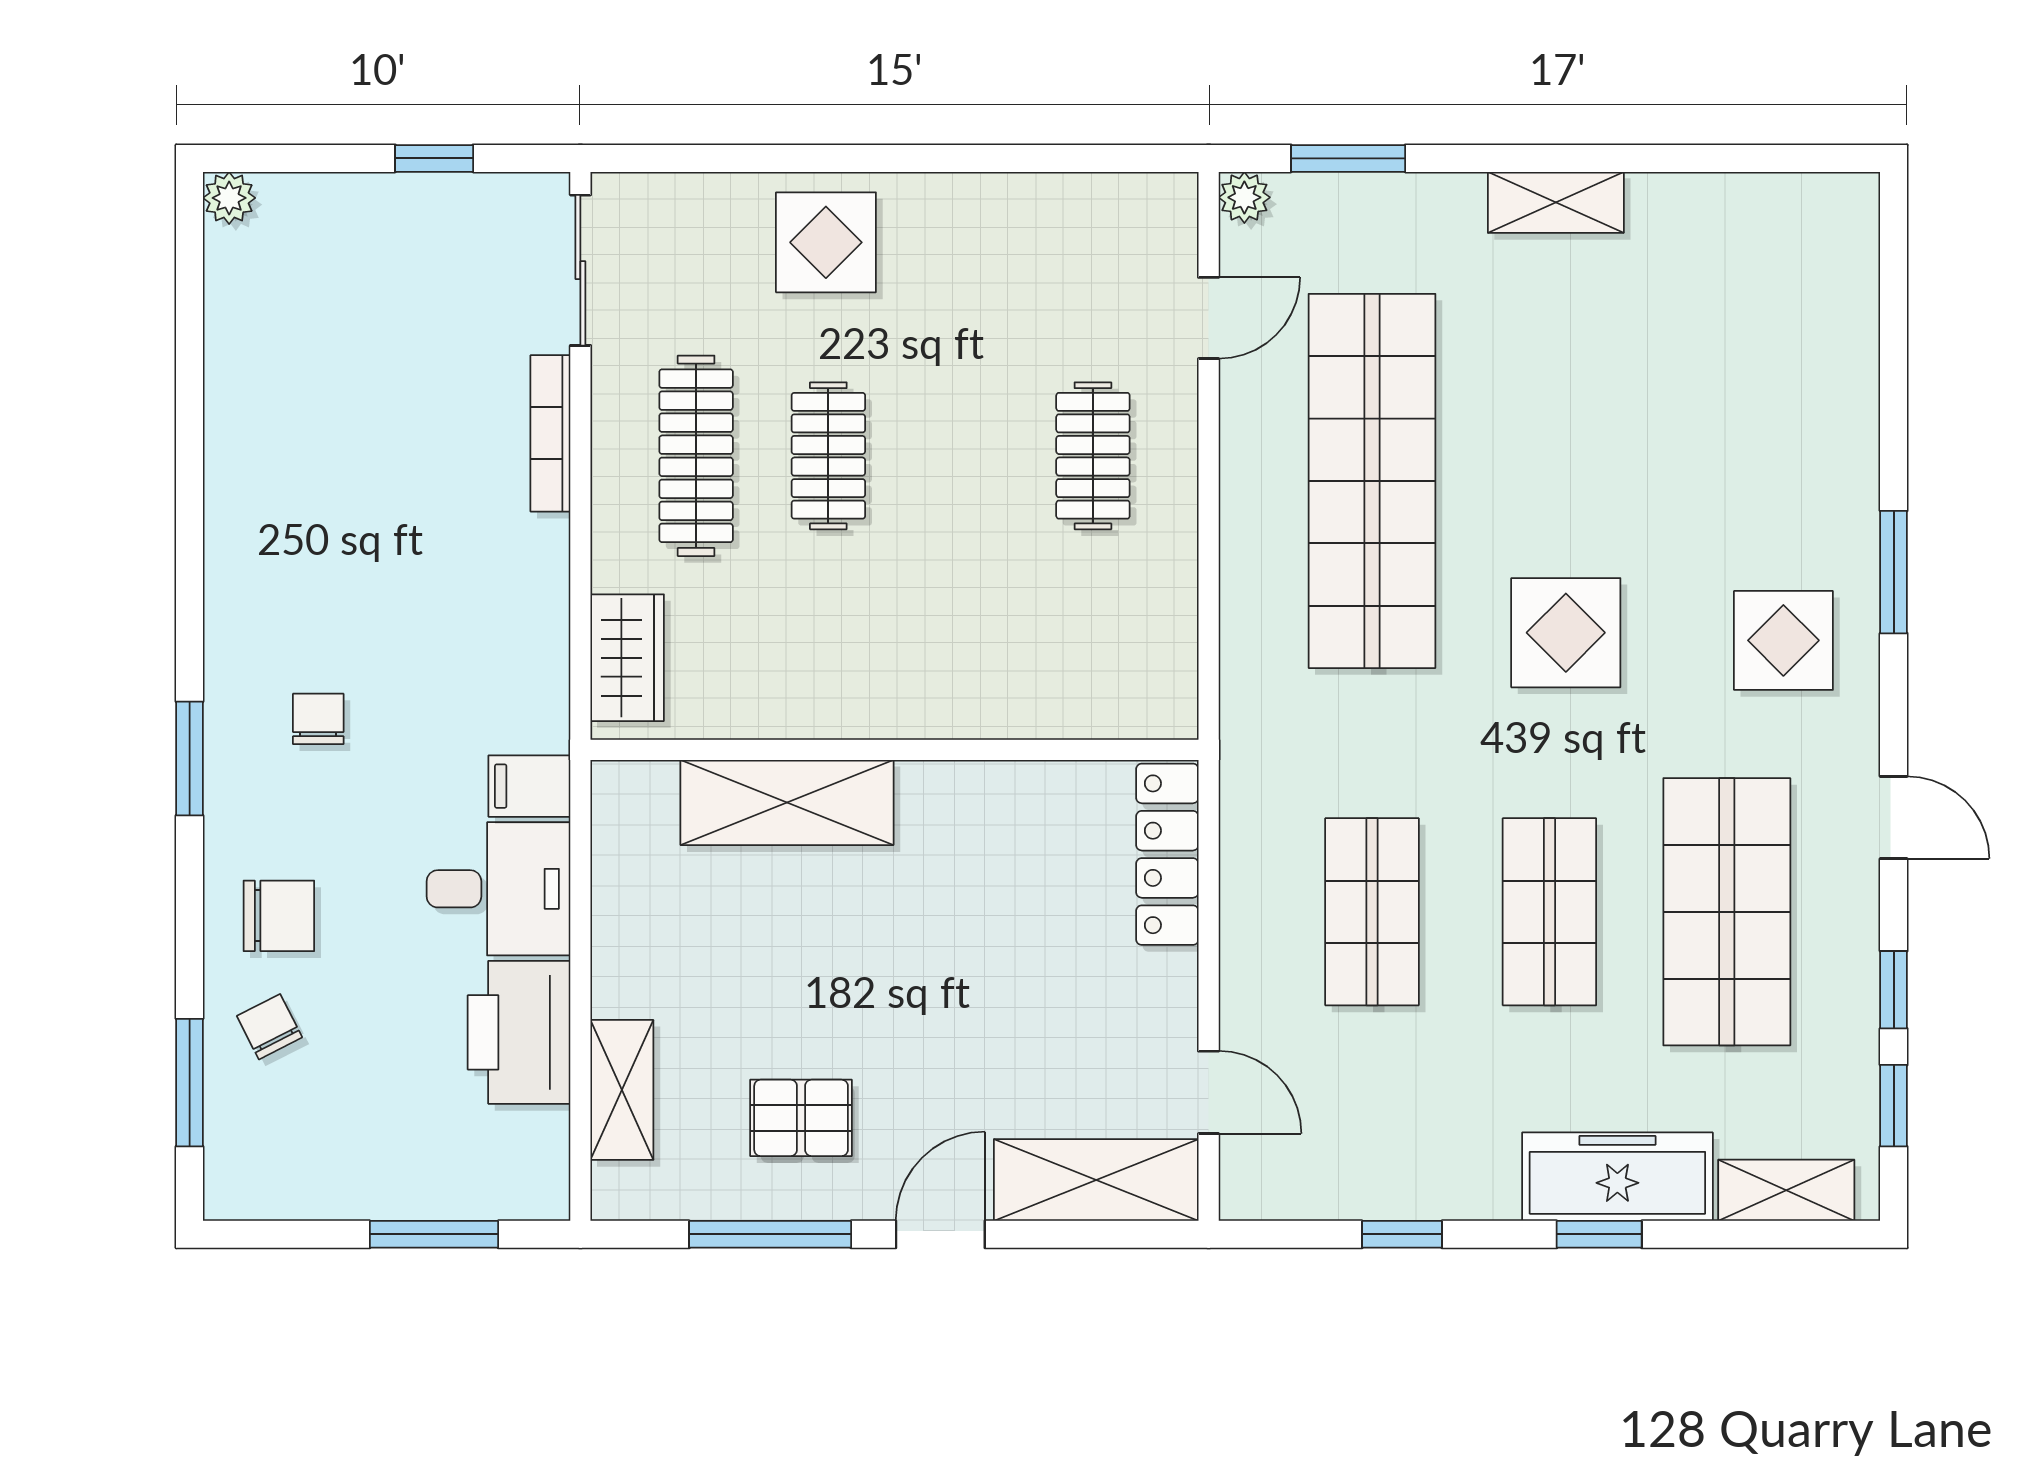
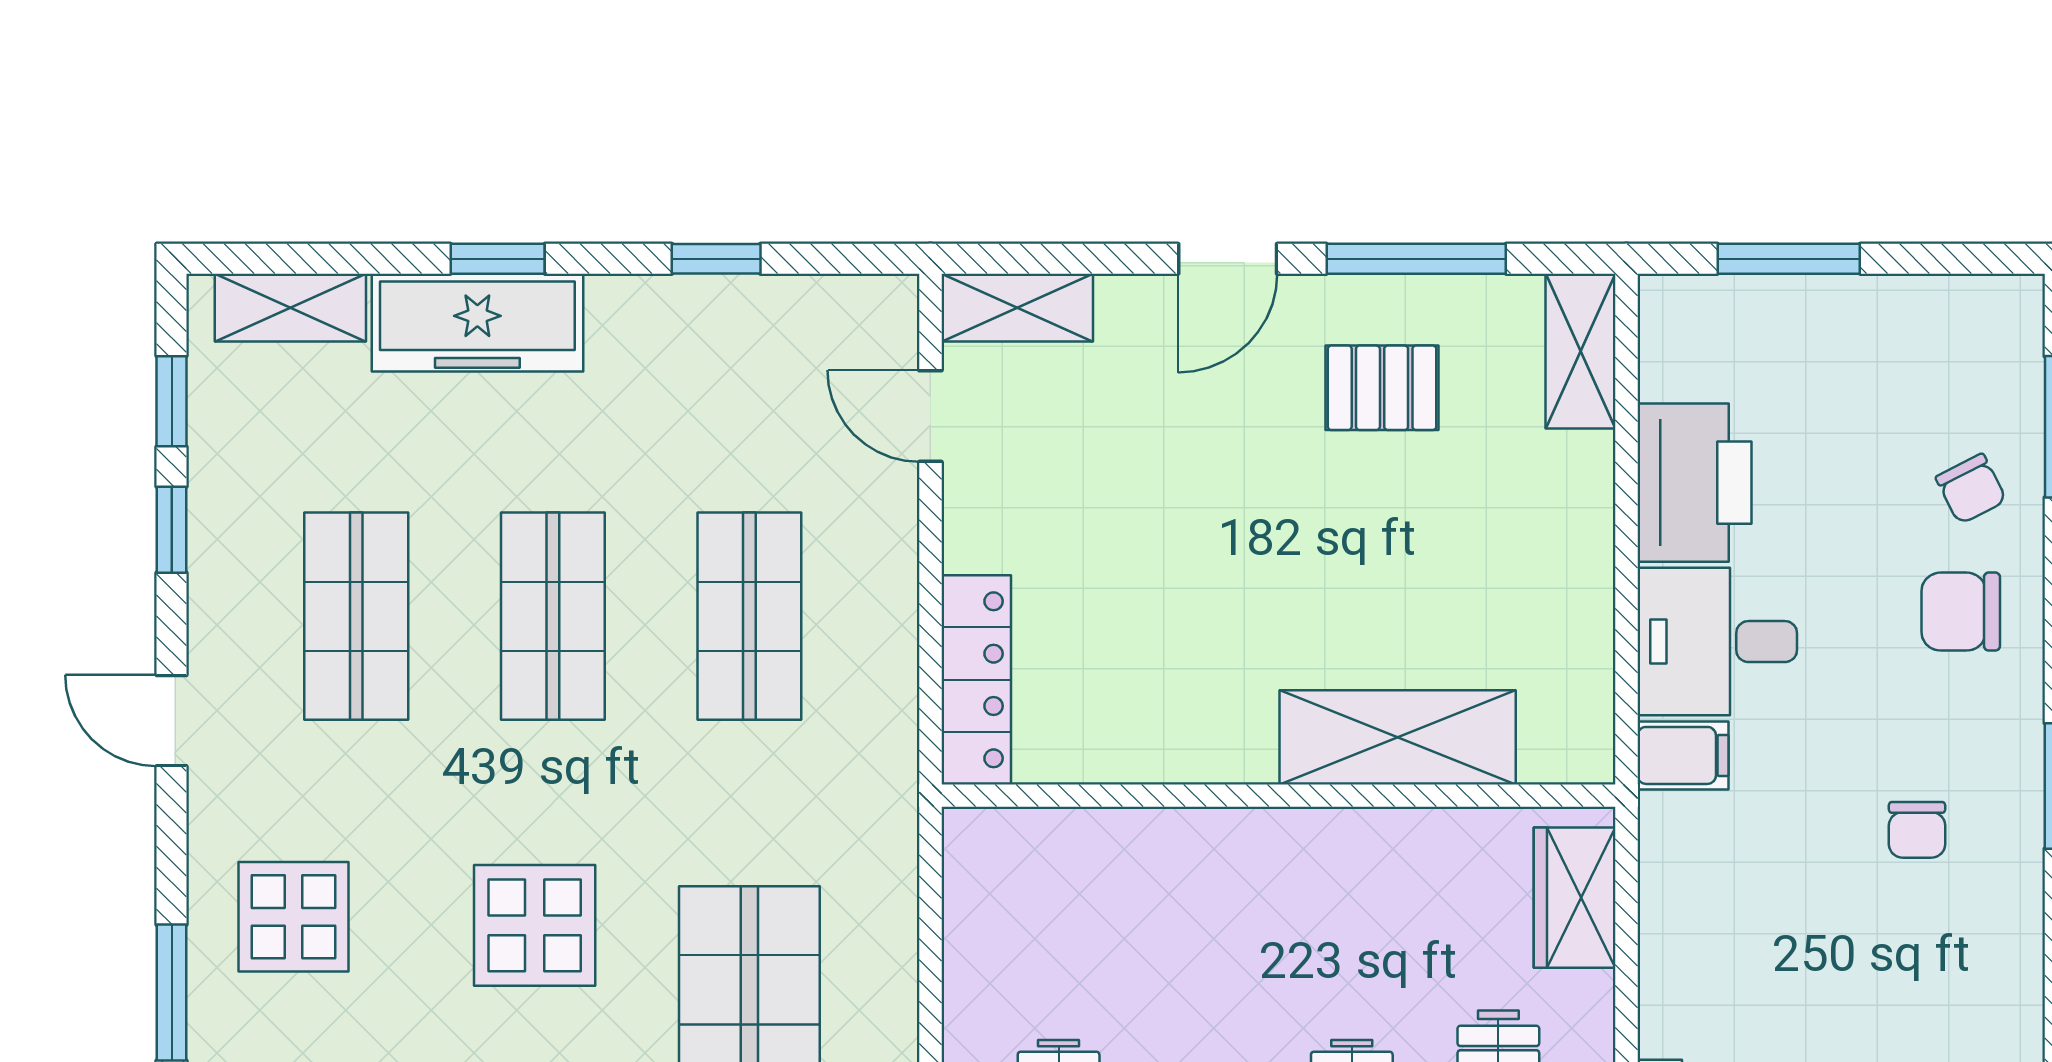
shop shelf: (1727, 912) -> (356, 616), width x0.70, depth x0.74
shelving: (622, 1090) -> (1580, 351), moved
shelving: (1096, 1180) -> (1017, 308), width x0.67, depth x0.75

